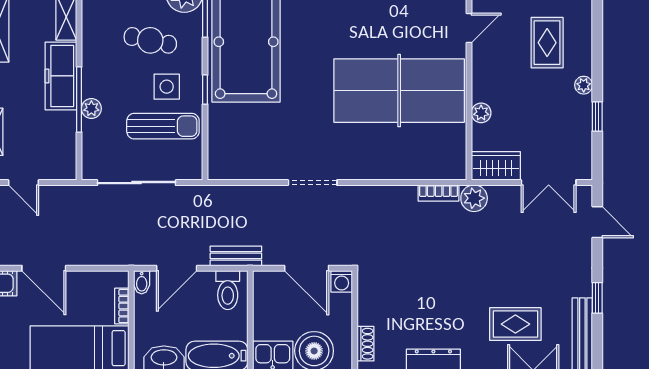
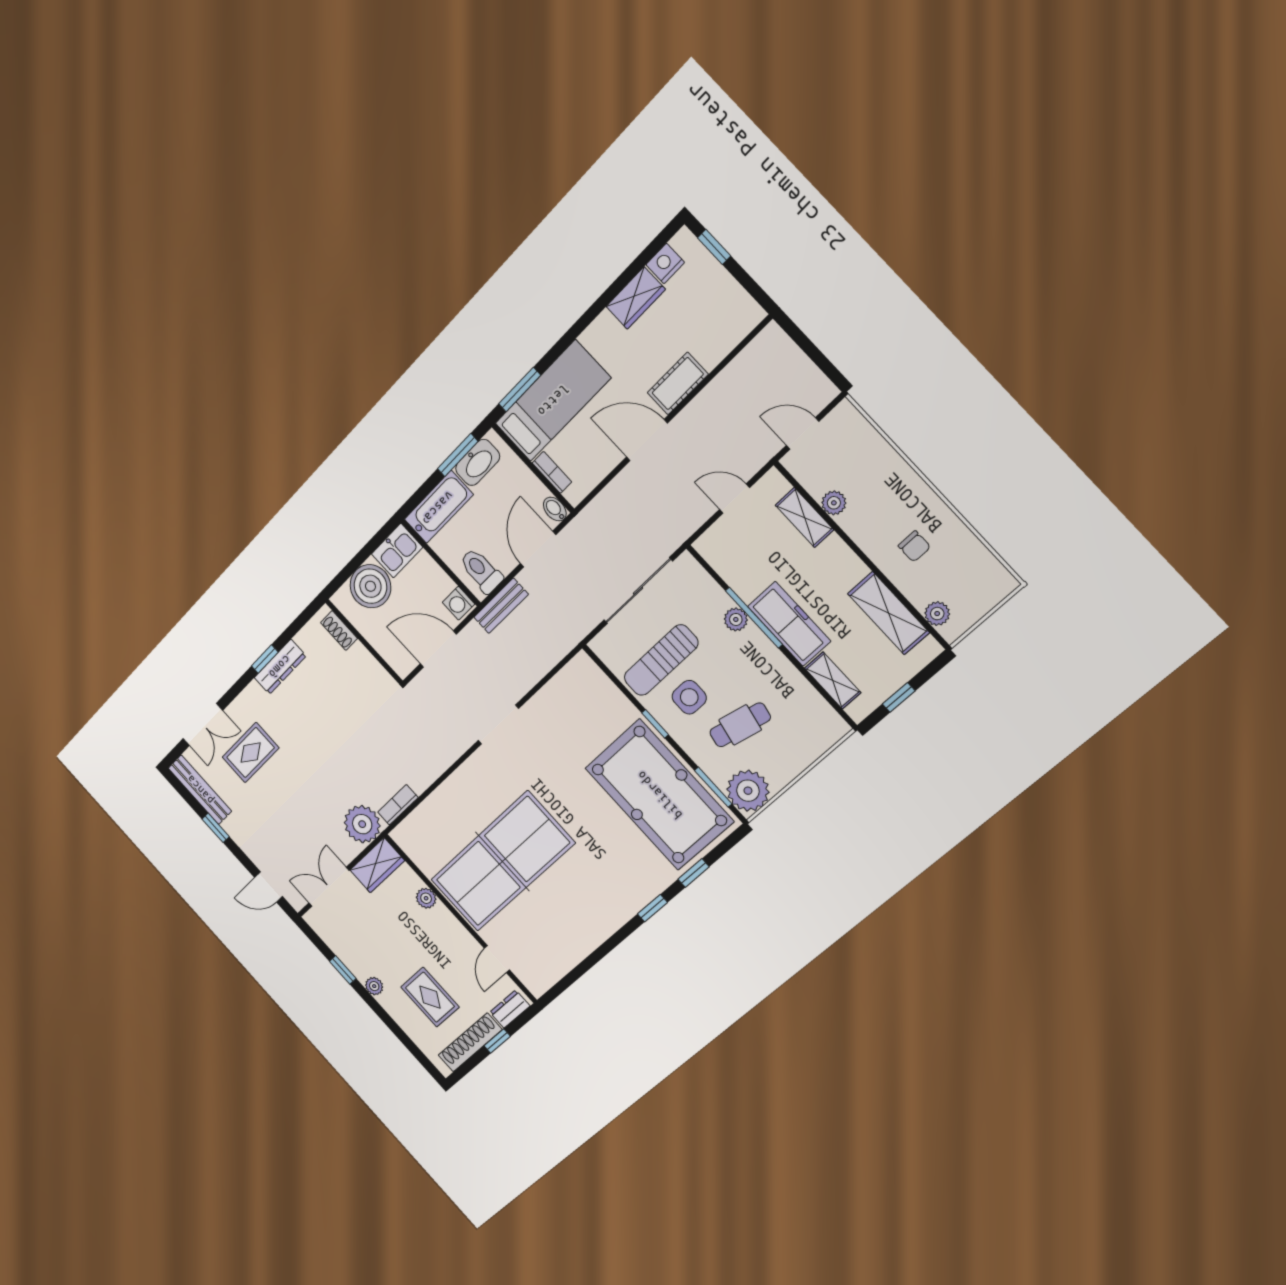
plant: (474, 198) -> (362, 824), width x1.36, depth x1.36
washing machine: (342, 281) -> (459, 603), moved, turned -90

